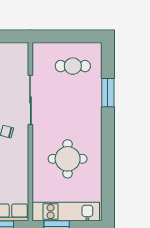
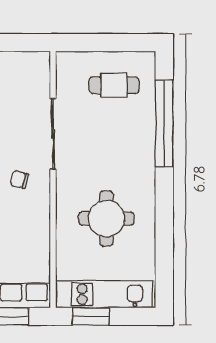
window: (108, 93) -> (164, 123), width x2.11

